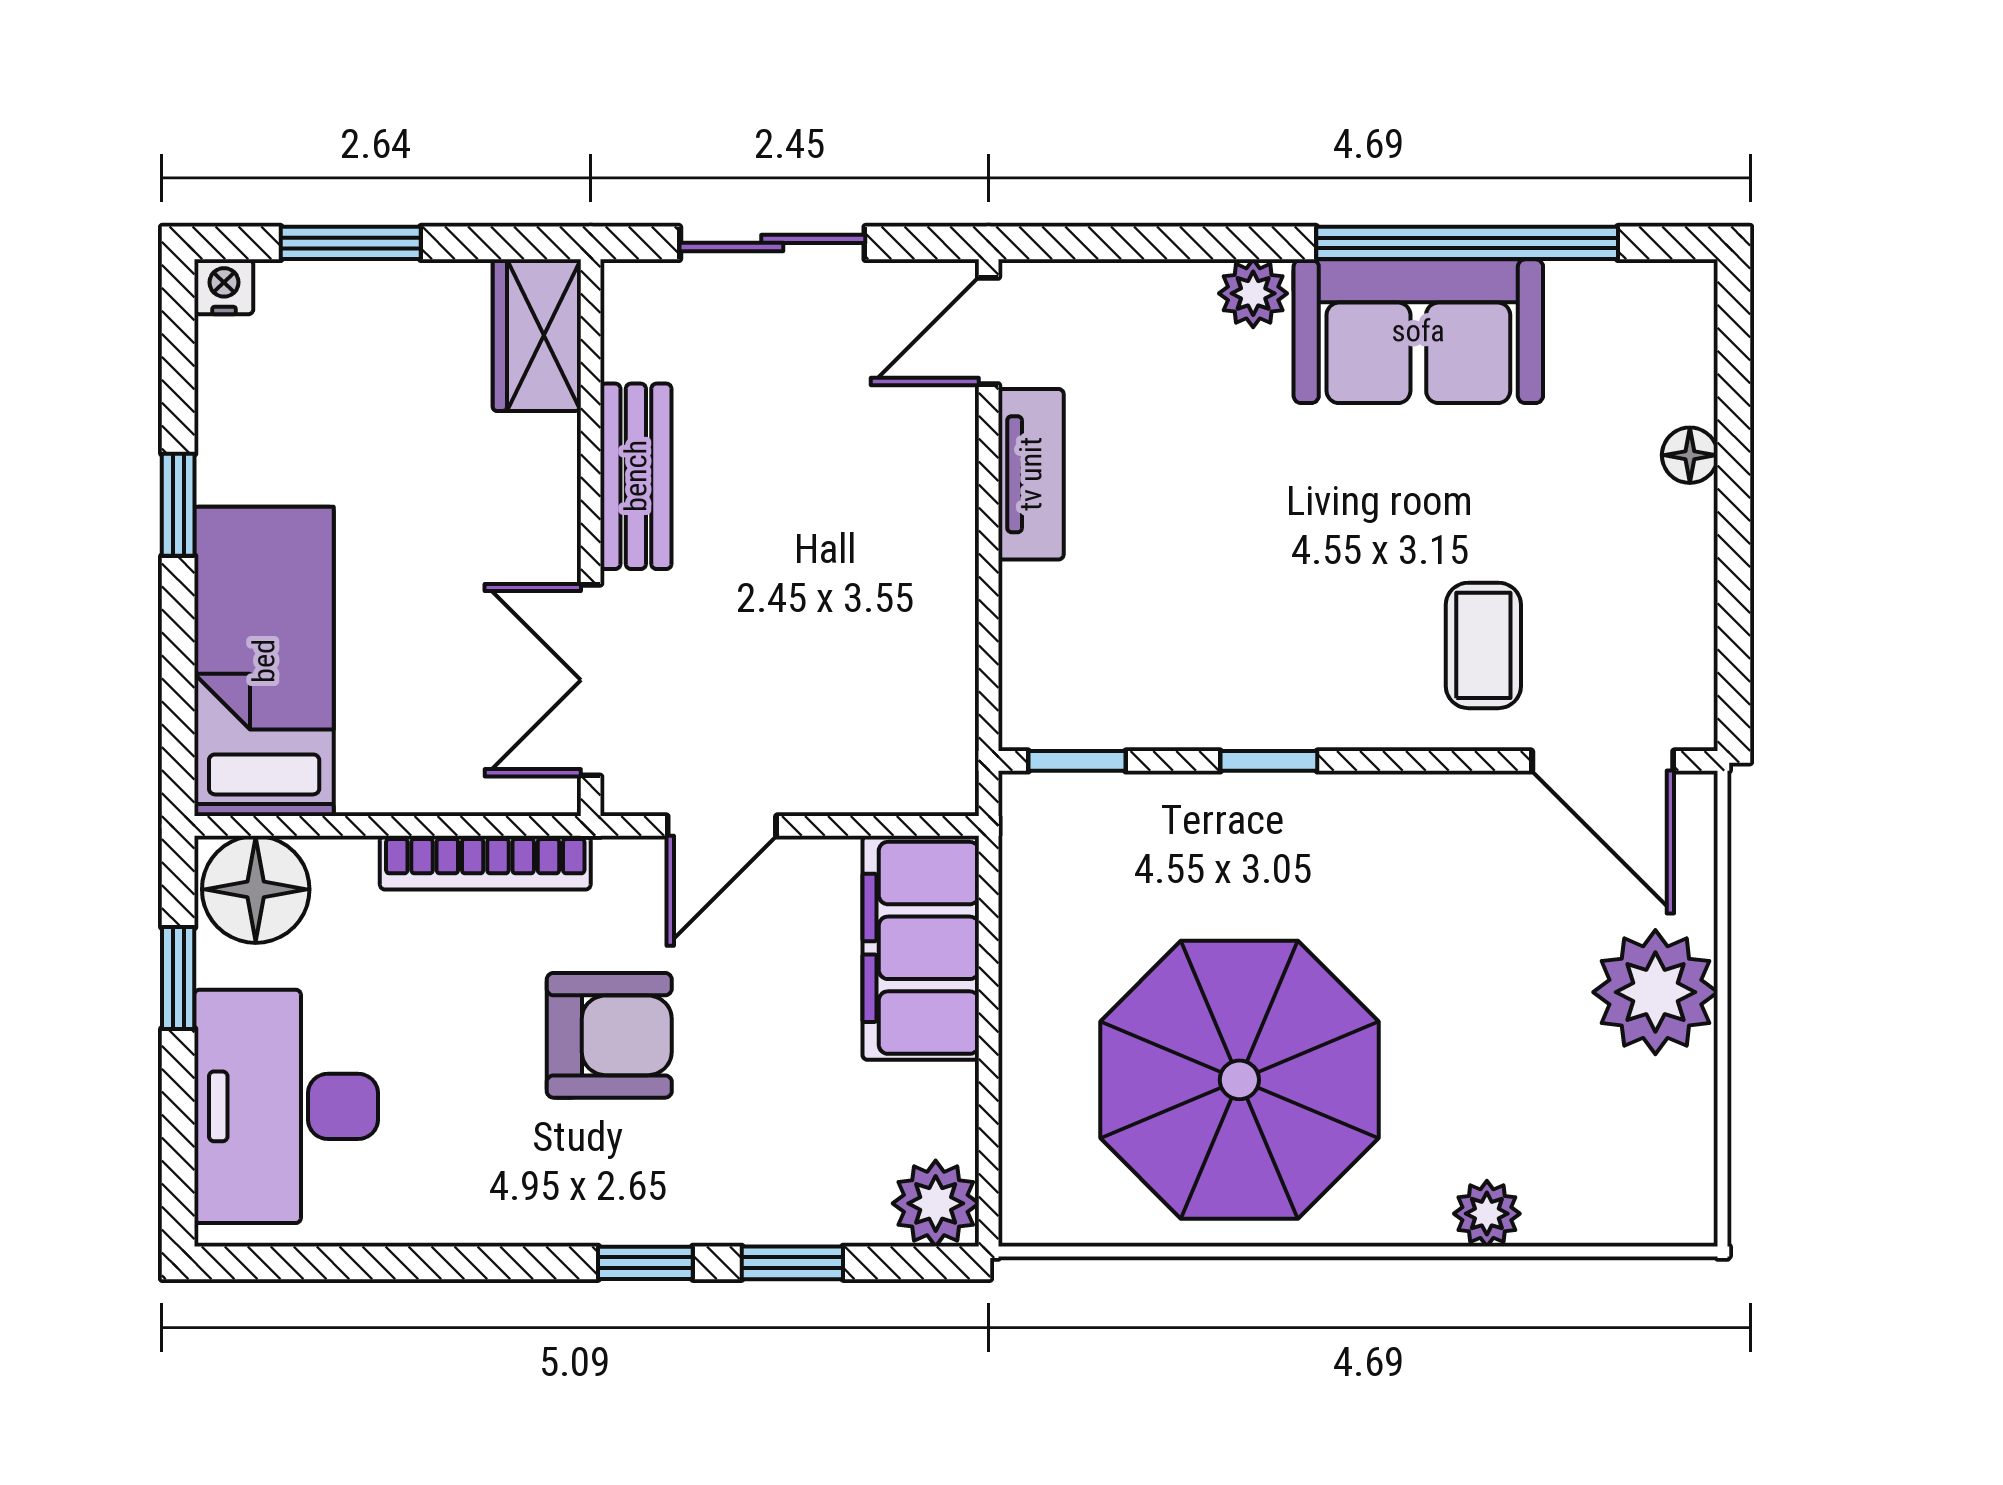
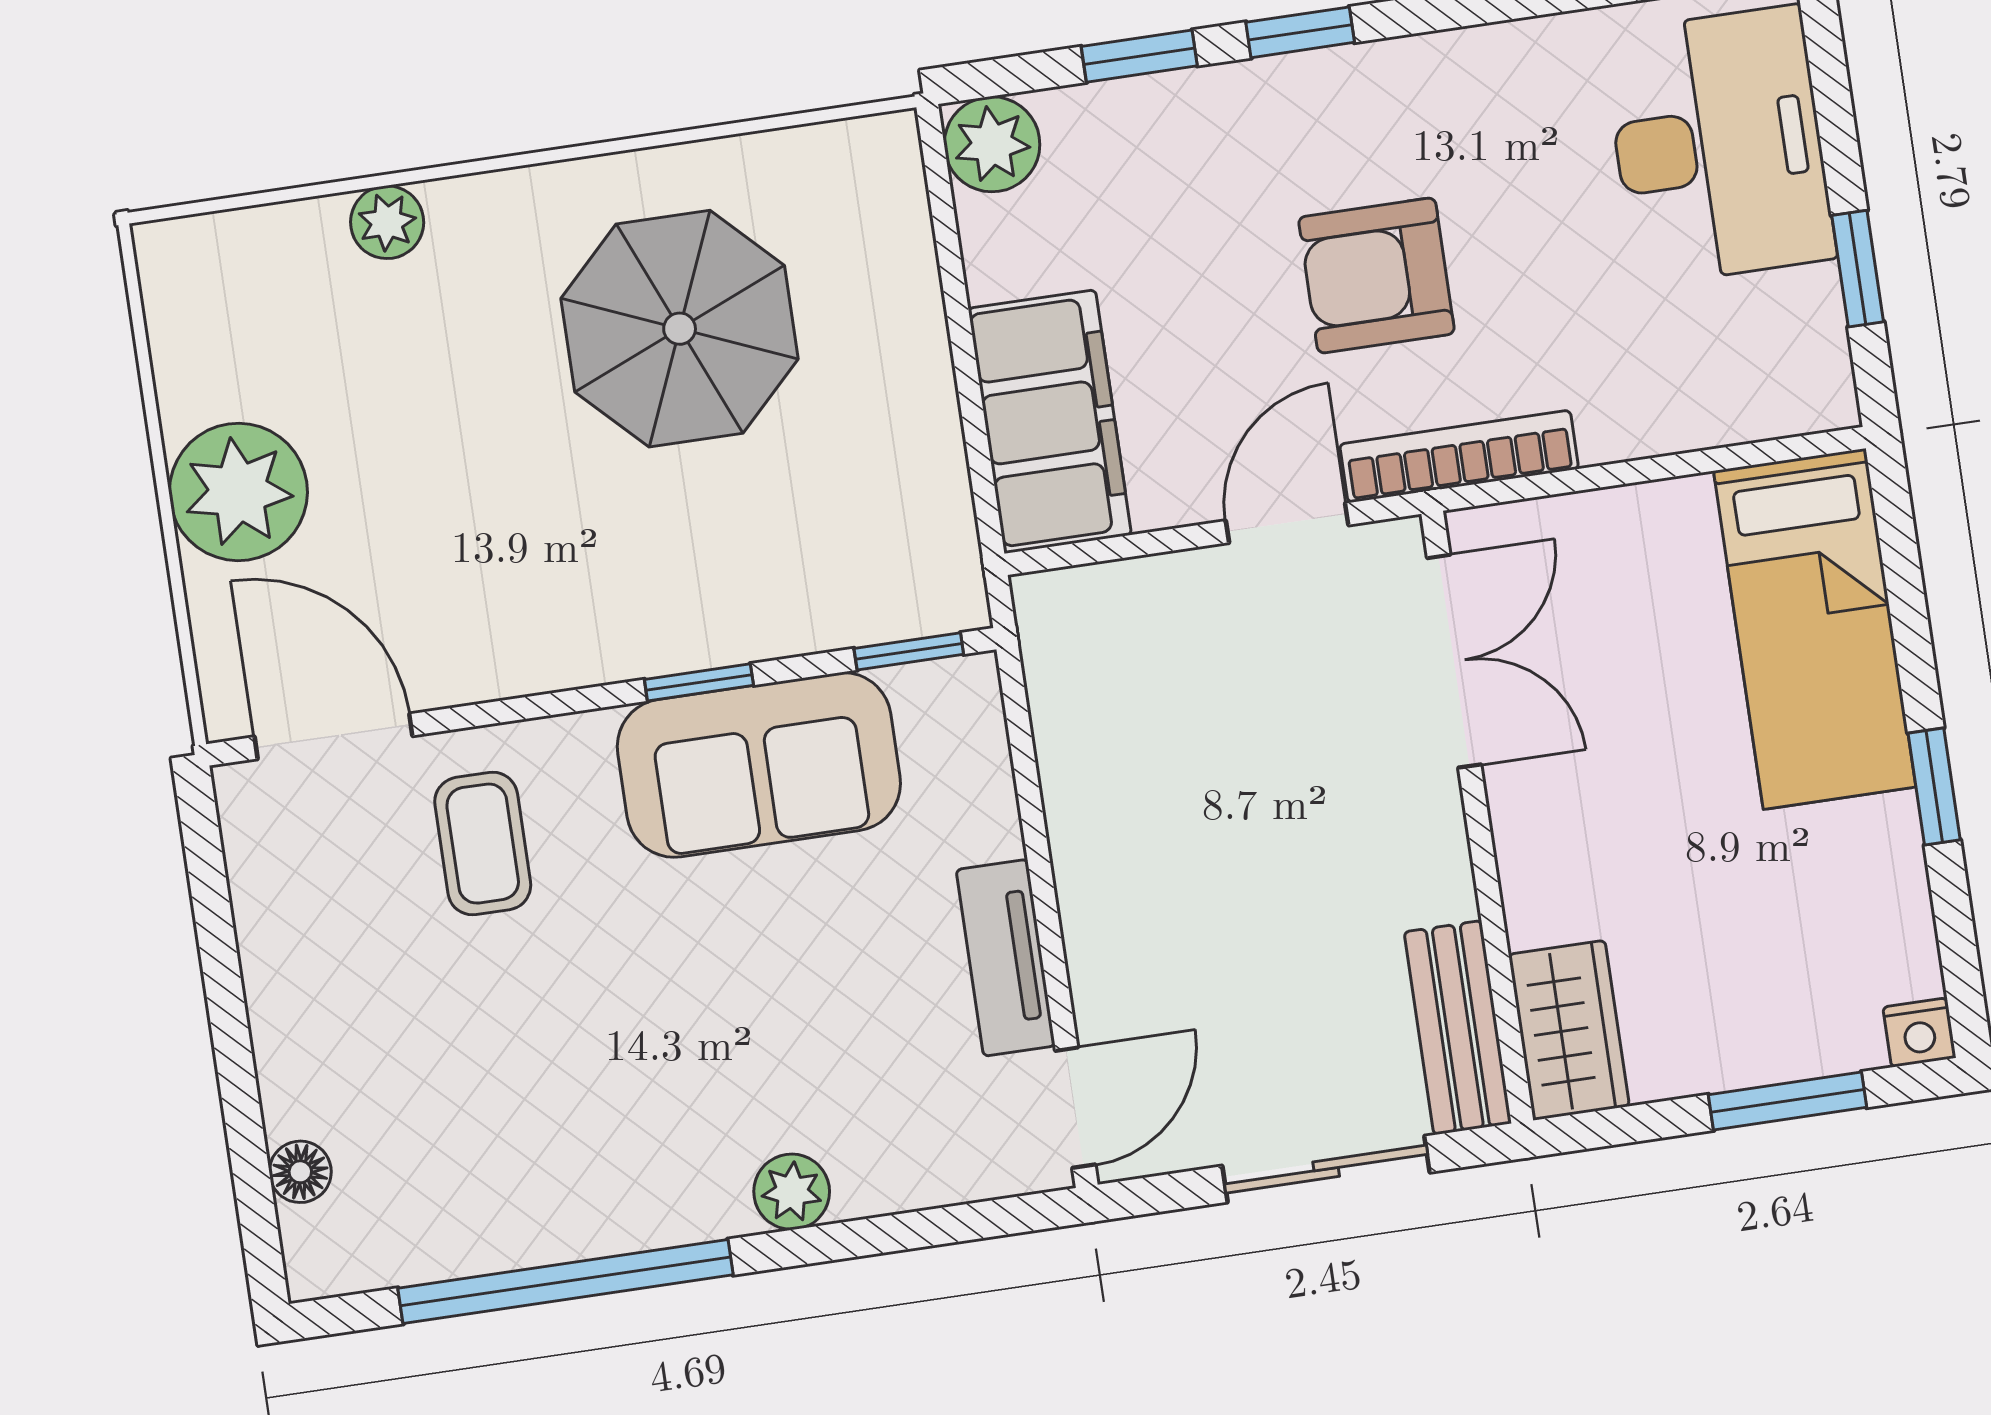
sofa: (1418, 331) -> (759, 765), moved, turned 180
floor lamp: (1690, 455) -> (300, 1172), moved
bench: (636, 476) -> (1458, 1028), moved
bookcase: (485, 863) -> (1459, 456), moved
floor lamp: (256, 889) -> (1787, 378), removed
parasol: (1239, 1080) -> (680, 329), width x0.73, depth x0.73

